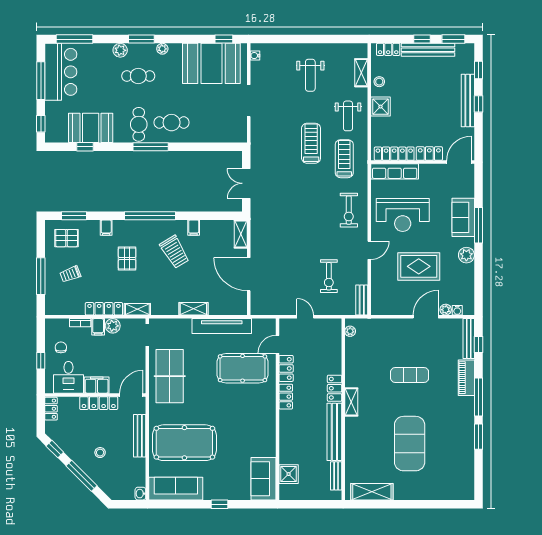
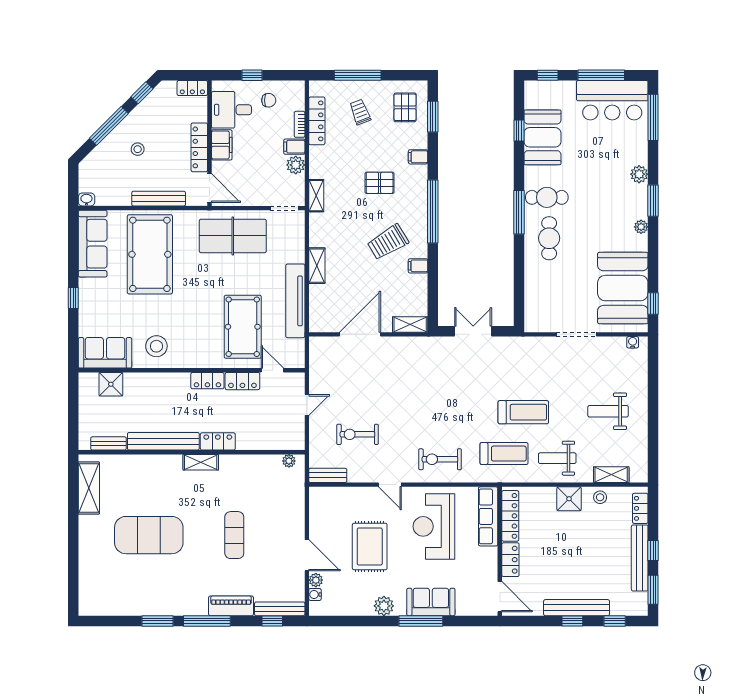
cafe table: (138, 76) -> (607, 197), removed
locker: (104, 309) -> (317, 121), moved
stool: (258, 437) -> (156, 346), added

